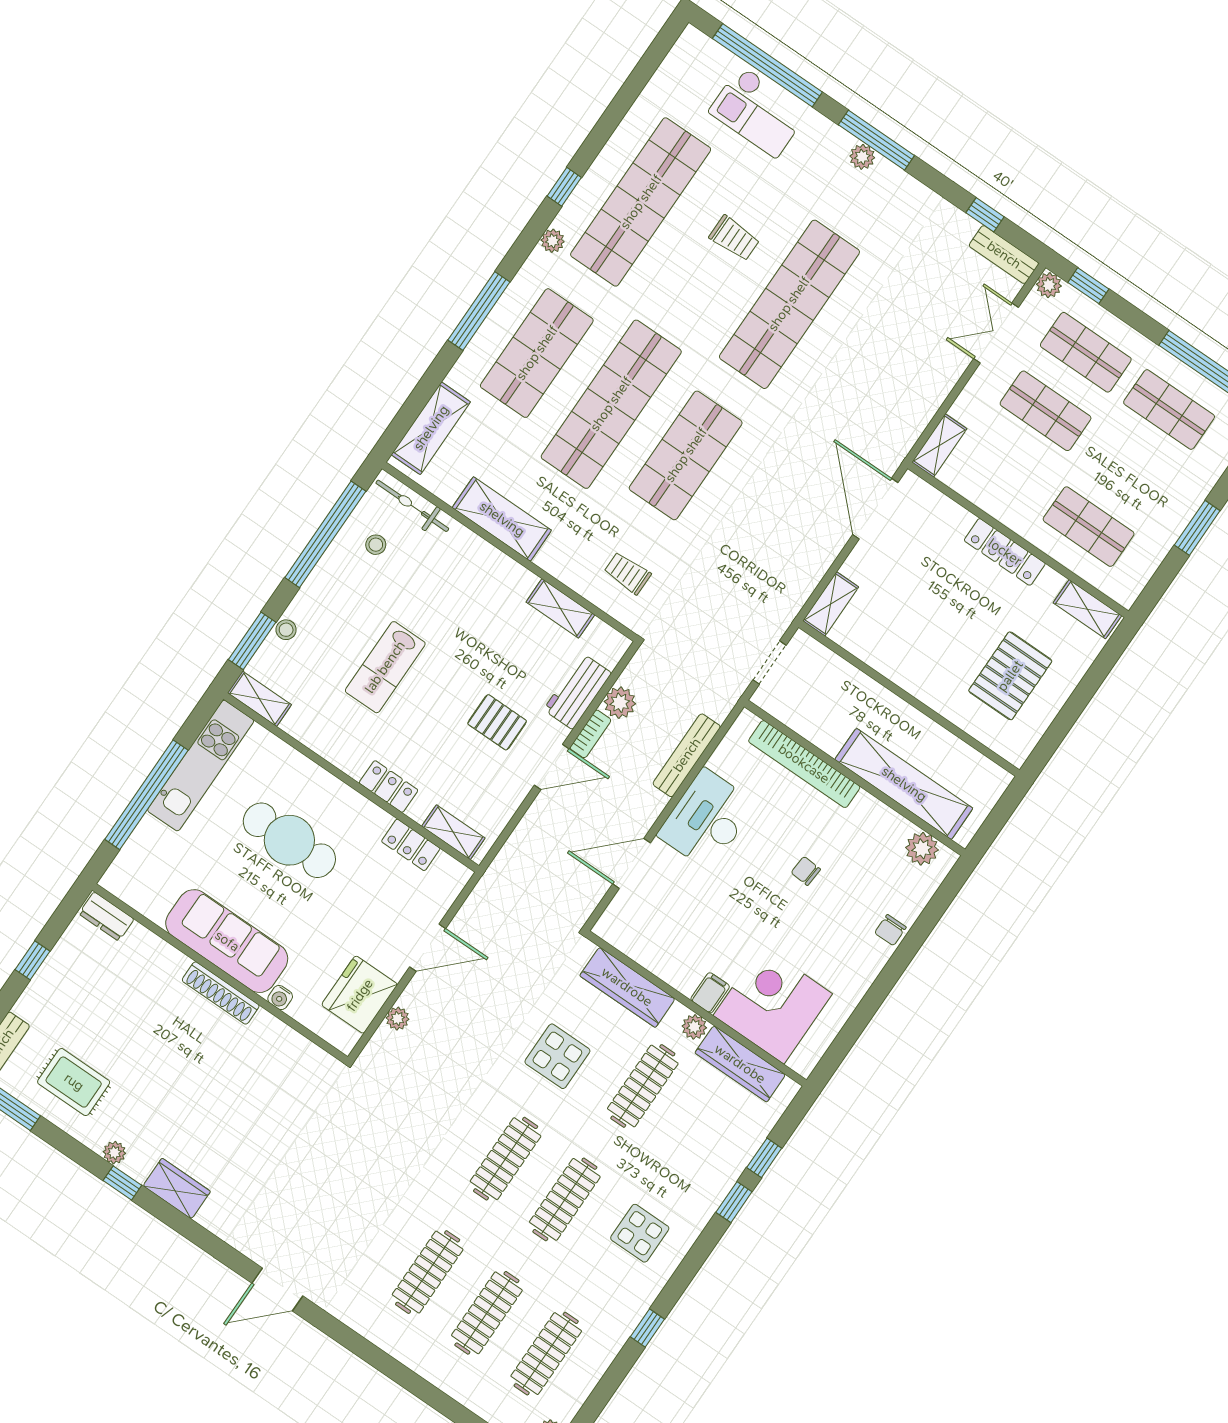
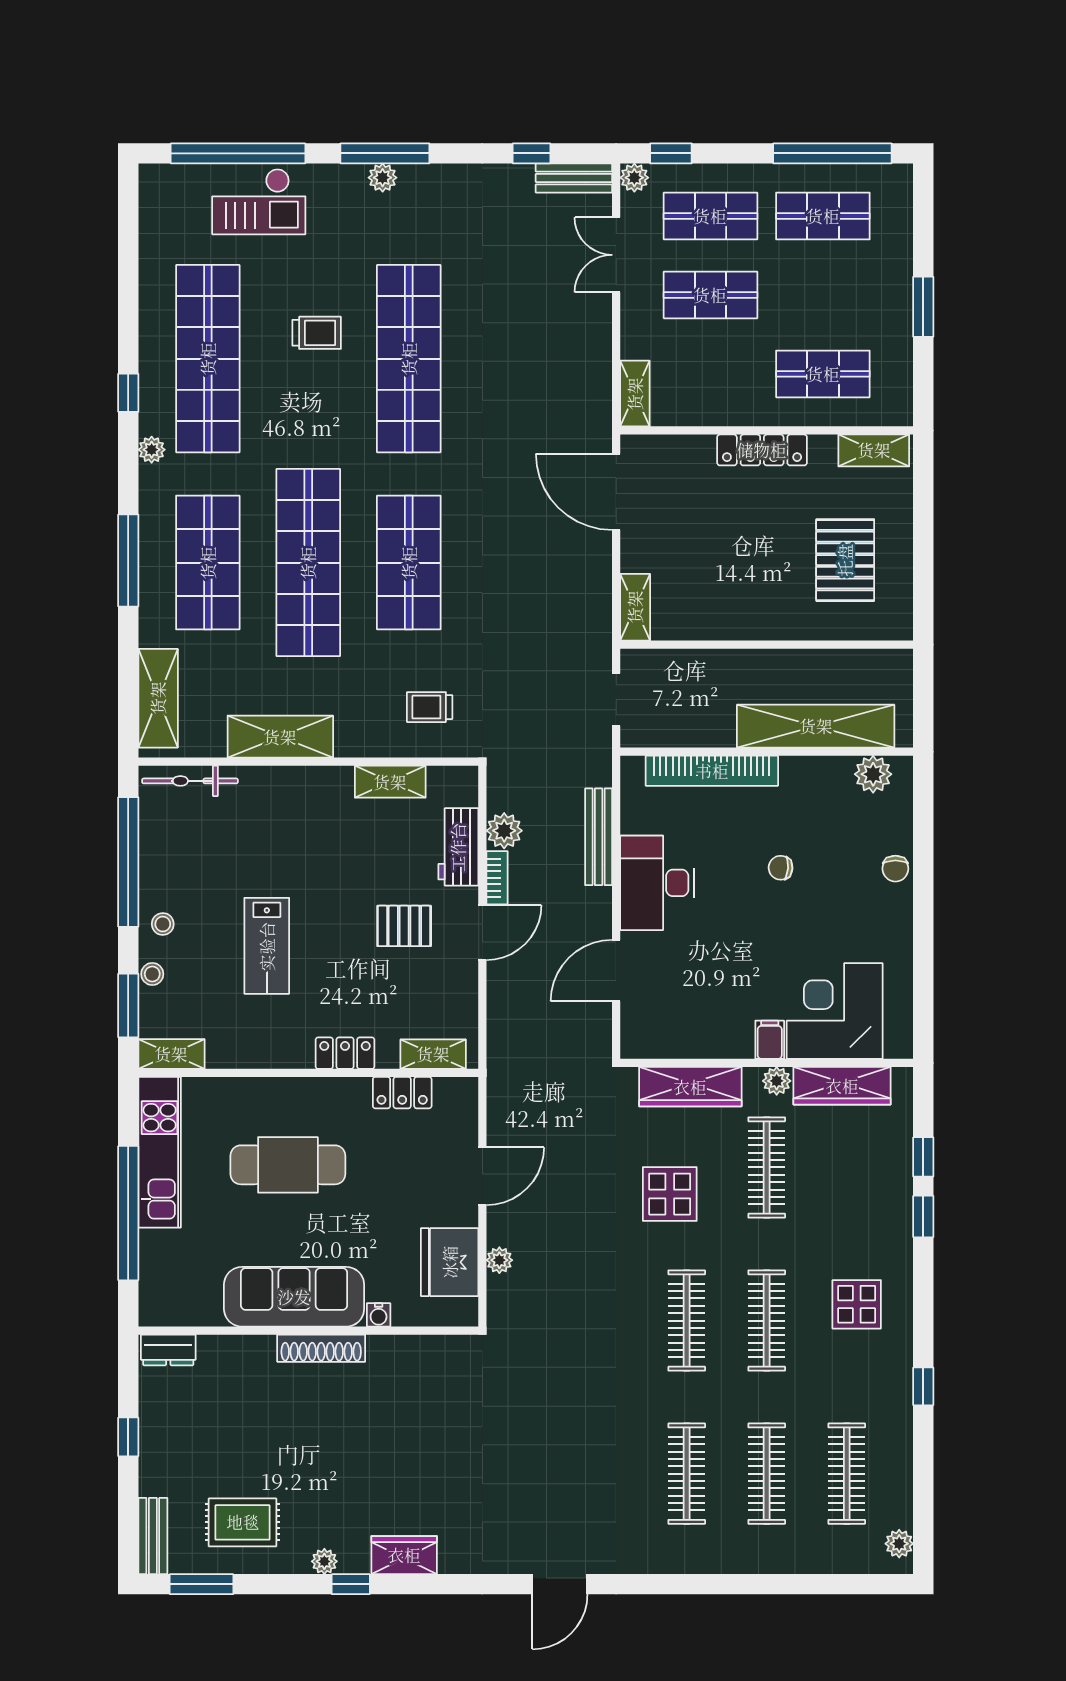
stool: (376, 545) -> (163, 924), moved

